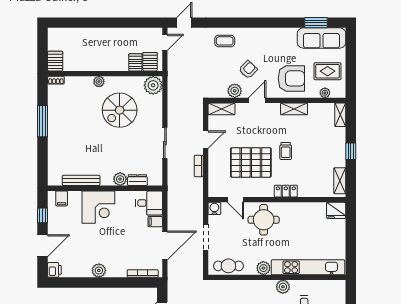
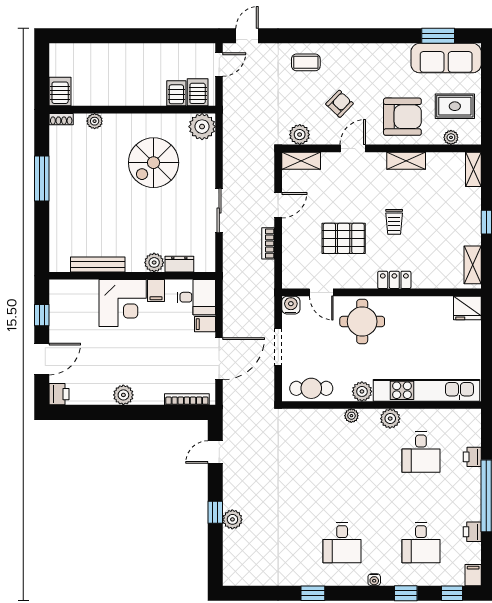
plant: (99, 82) -> (95, 121), moved
plant: (235, 91) -> (300, 135), moved
pallet: (251, 162) -> (344, 238), width x0.73, depth x0.71
filing cabinet: (62, 198) -> (156, 291), moved
plant: (256, 285) -> (351, 416), added

